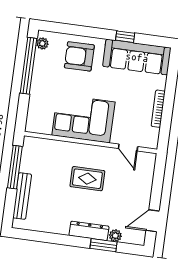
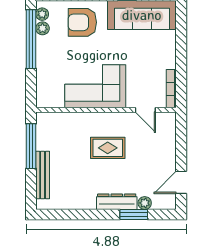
plant: (41, 57) -> (42, 28), added
bookcase: (158, 109) -> (171, 89), moved

